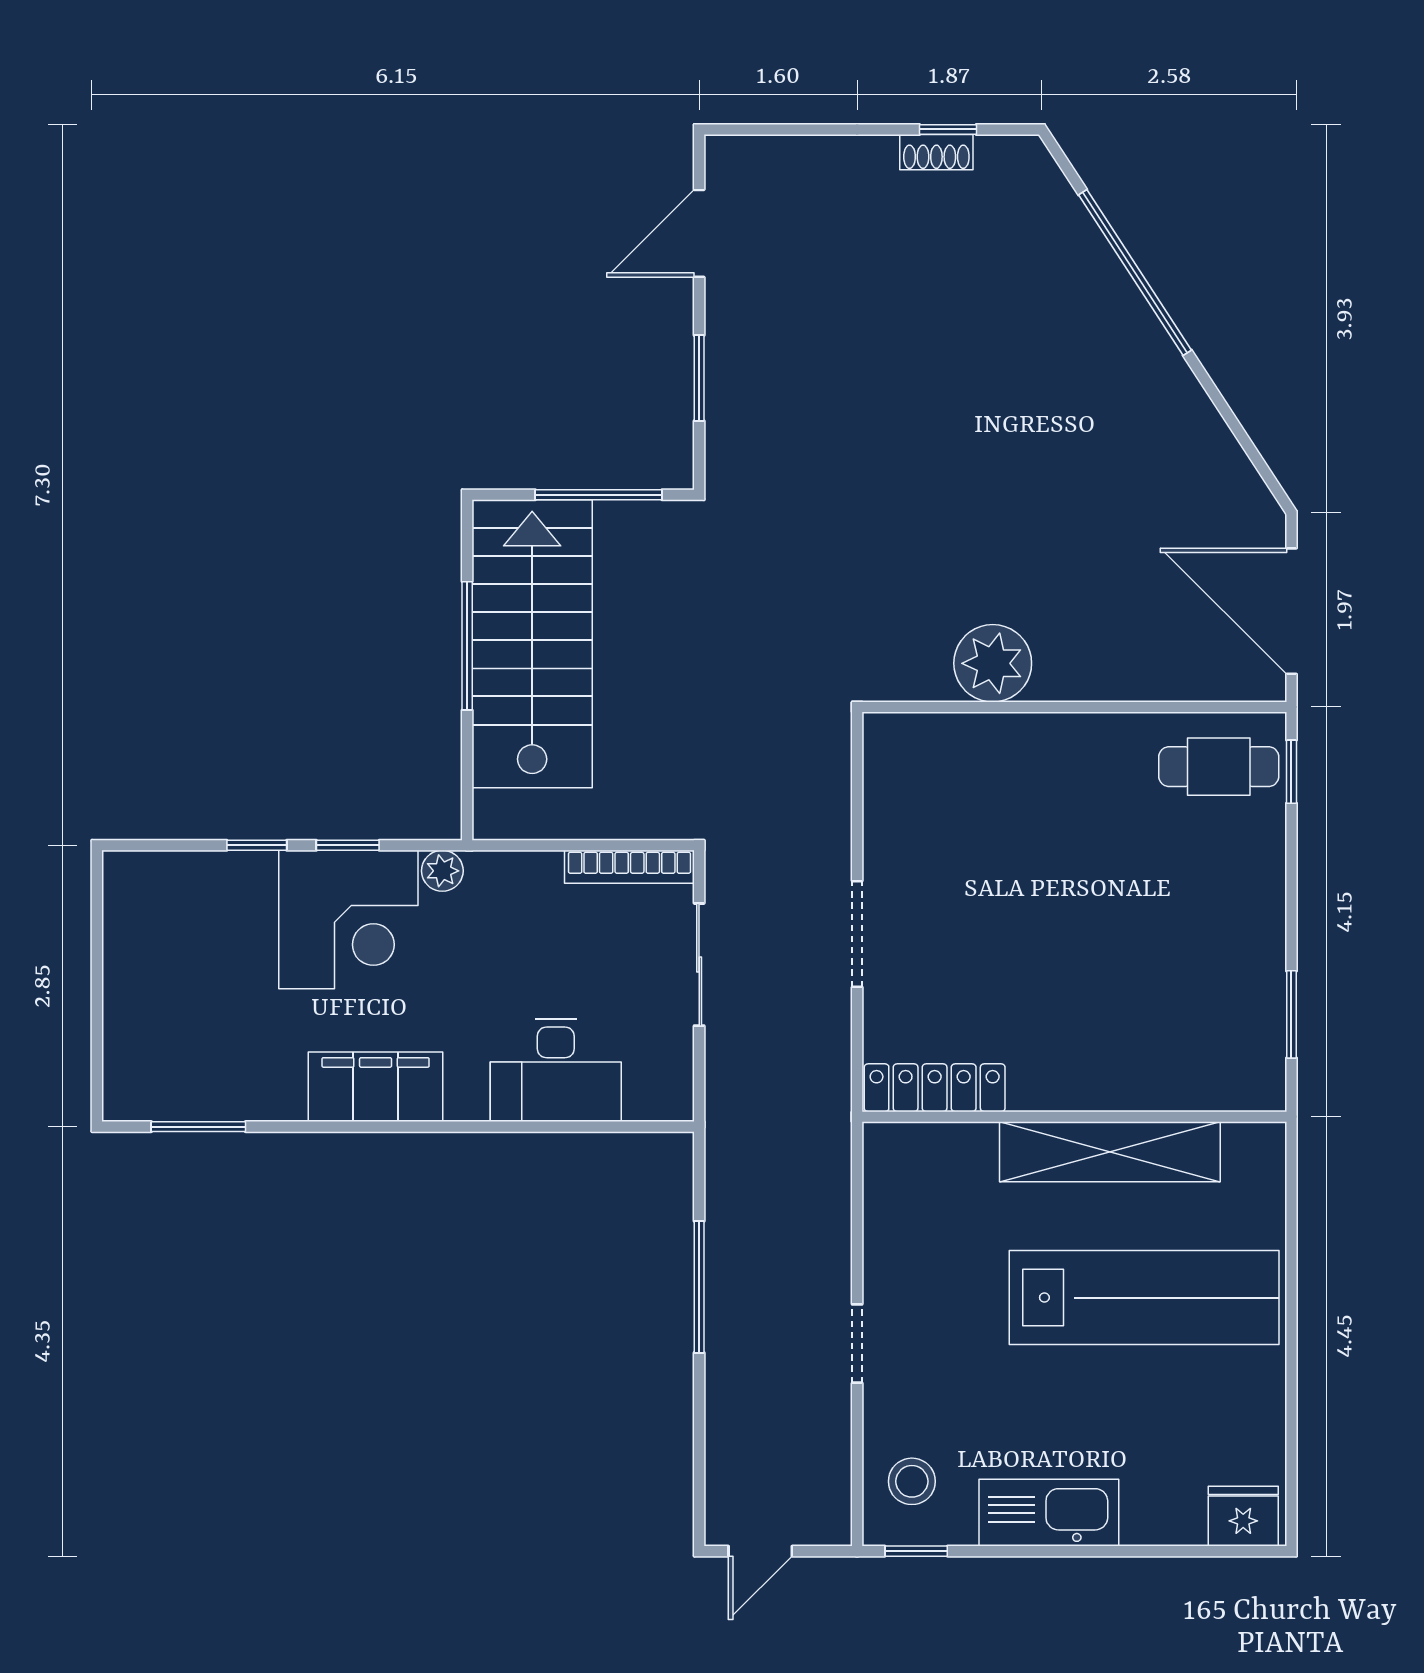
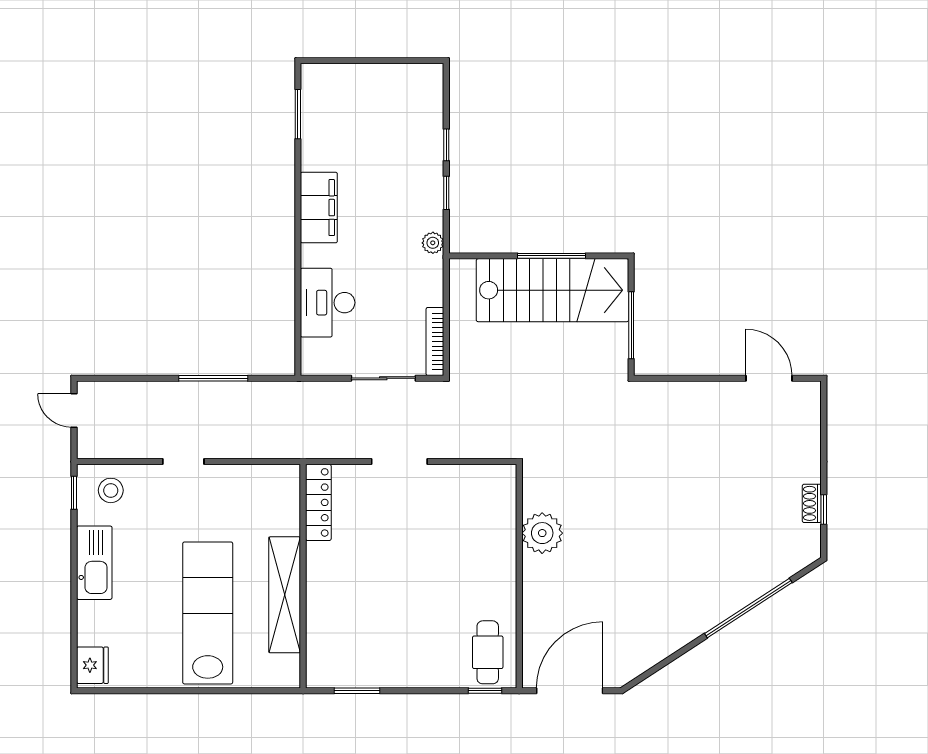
window: (699, 378) -> (693, 378), removed
corner desk: (348, 920) -> (407, 193), removed
lab bench: (1144, 1298) -> (208, 613), turned 180

